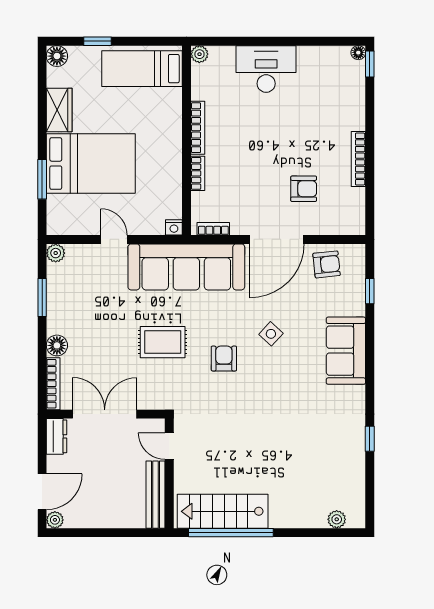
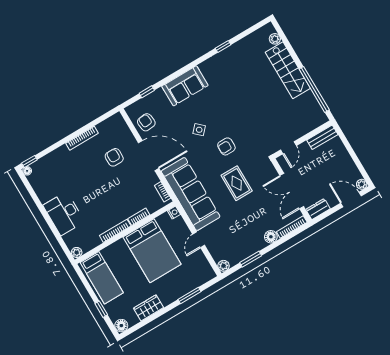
bed: (91, 164) -> (152, 251), moved, turned 180
bench: (156, 495) -> (322, 137), width x0.73
stairs: (223, 511) -> (288, 70), moved

